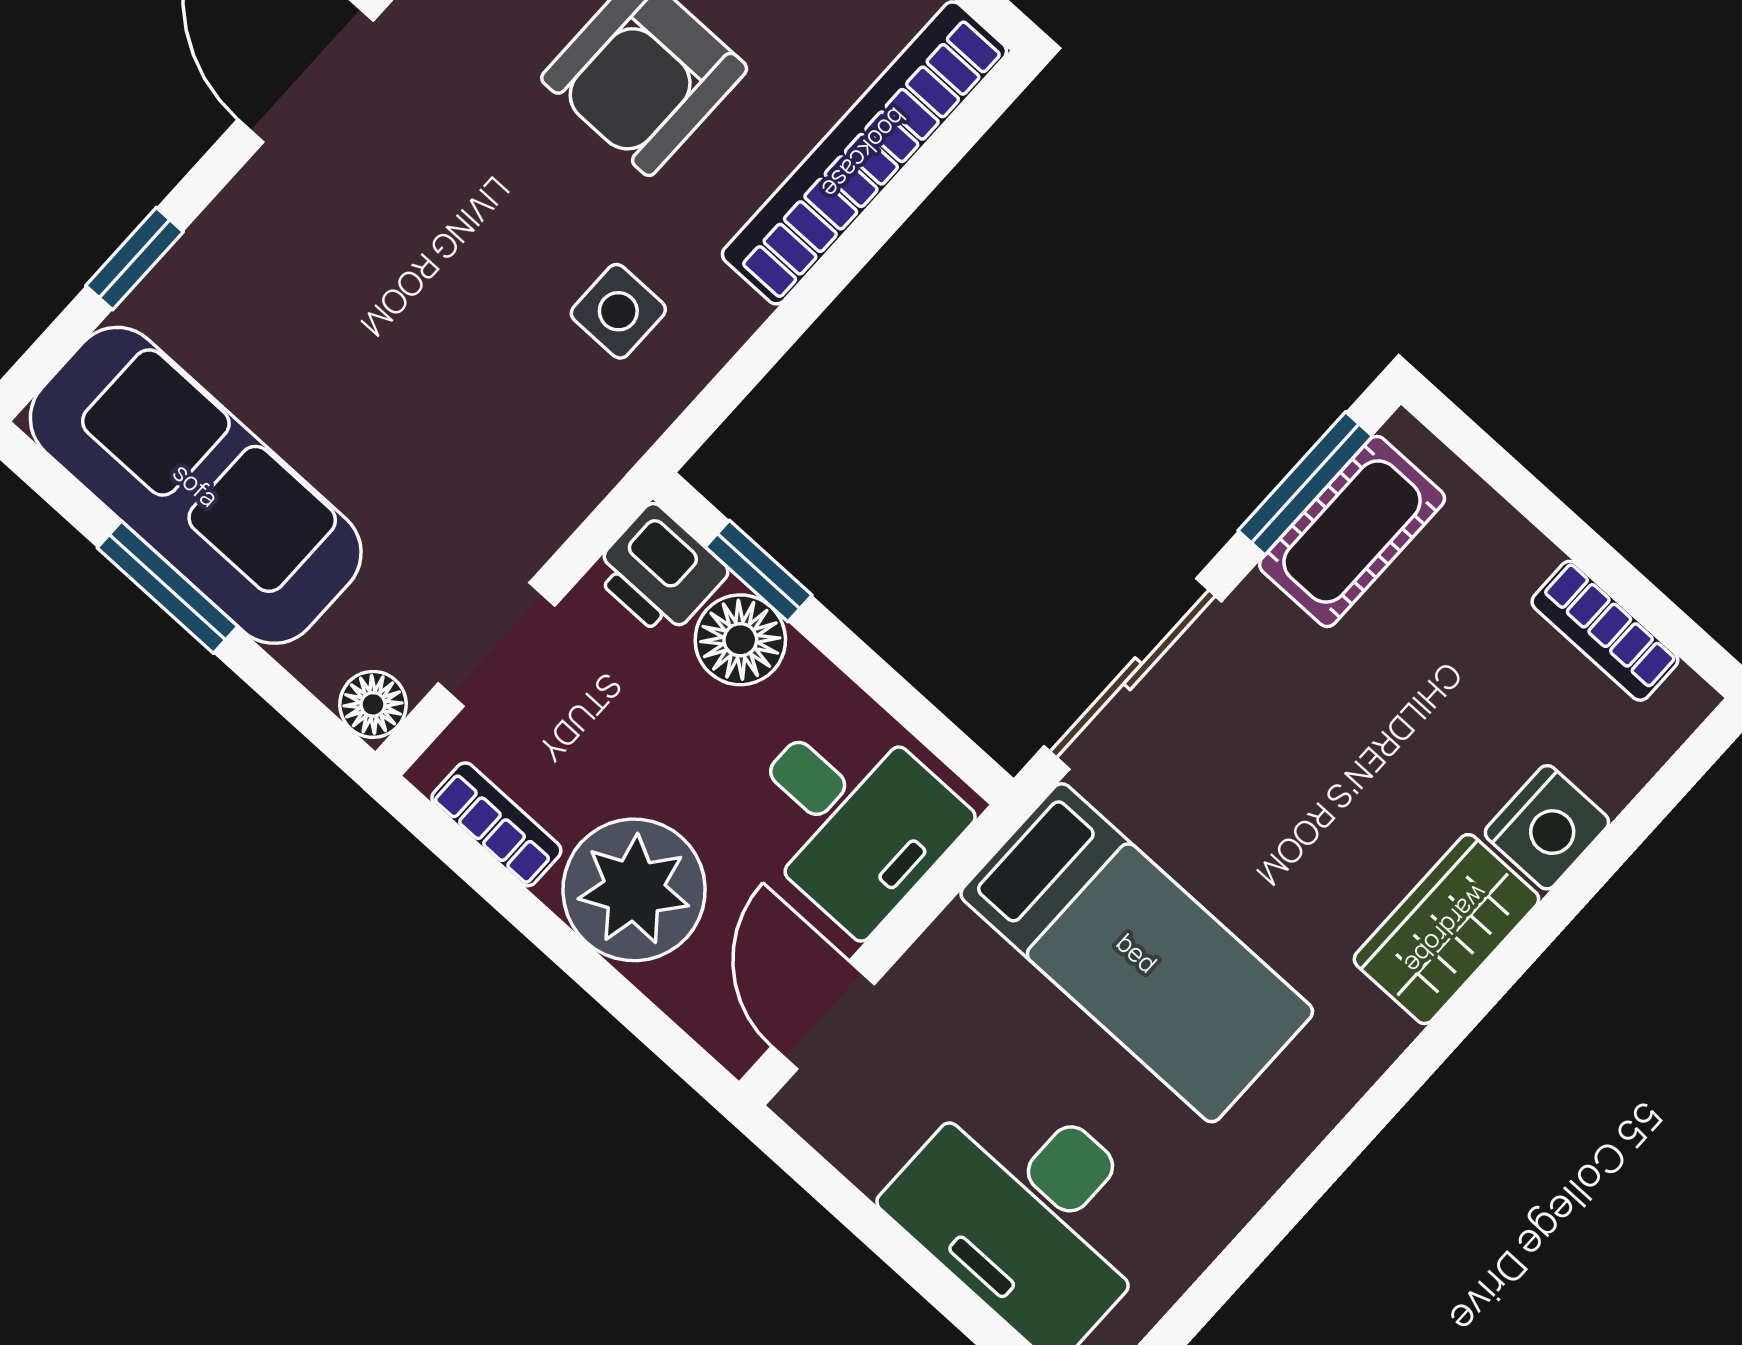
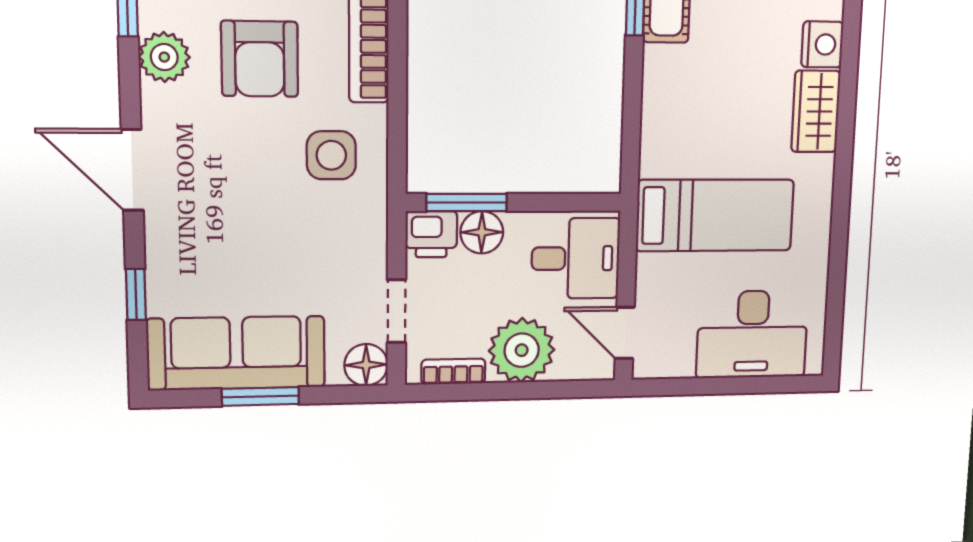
side table: (618, 311) -> (331, 155), width x1.37, depth x1.37
window: (759, 571) -> (467, 203), width x1.50
sliding door: (1133, 674) -> (632, 120), removed
floor lamp: (373, 704) -> (366, 365), width x1.37, depth x1.37

